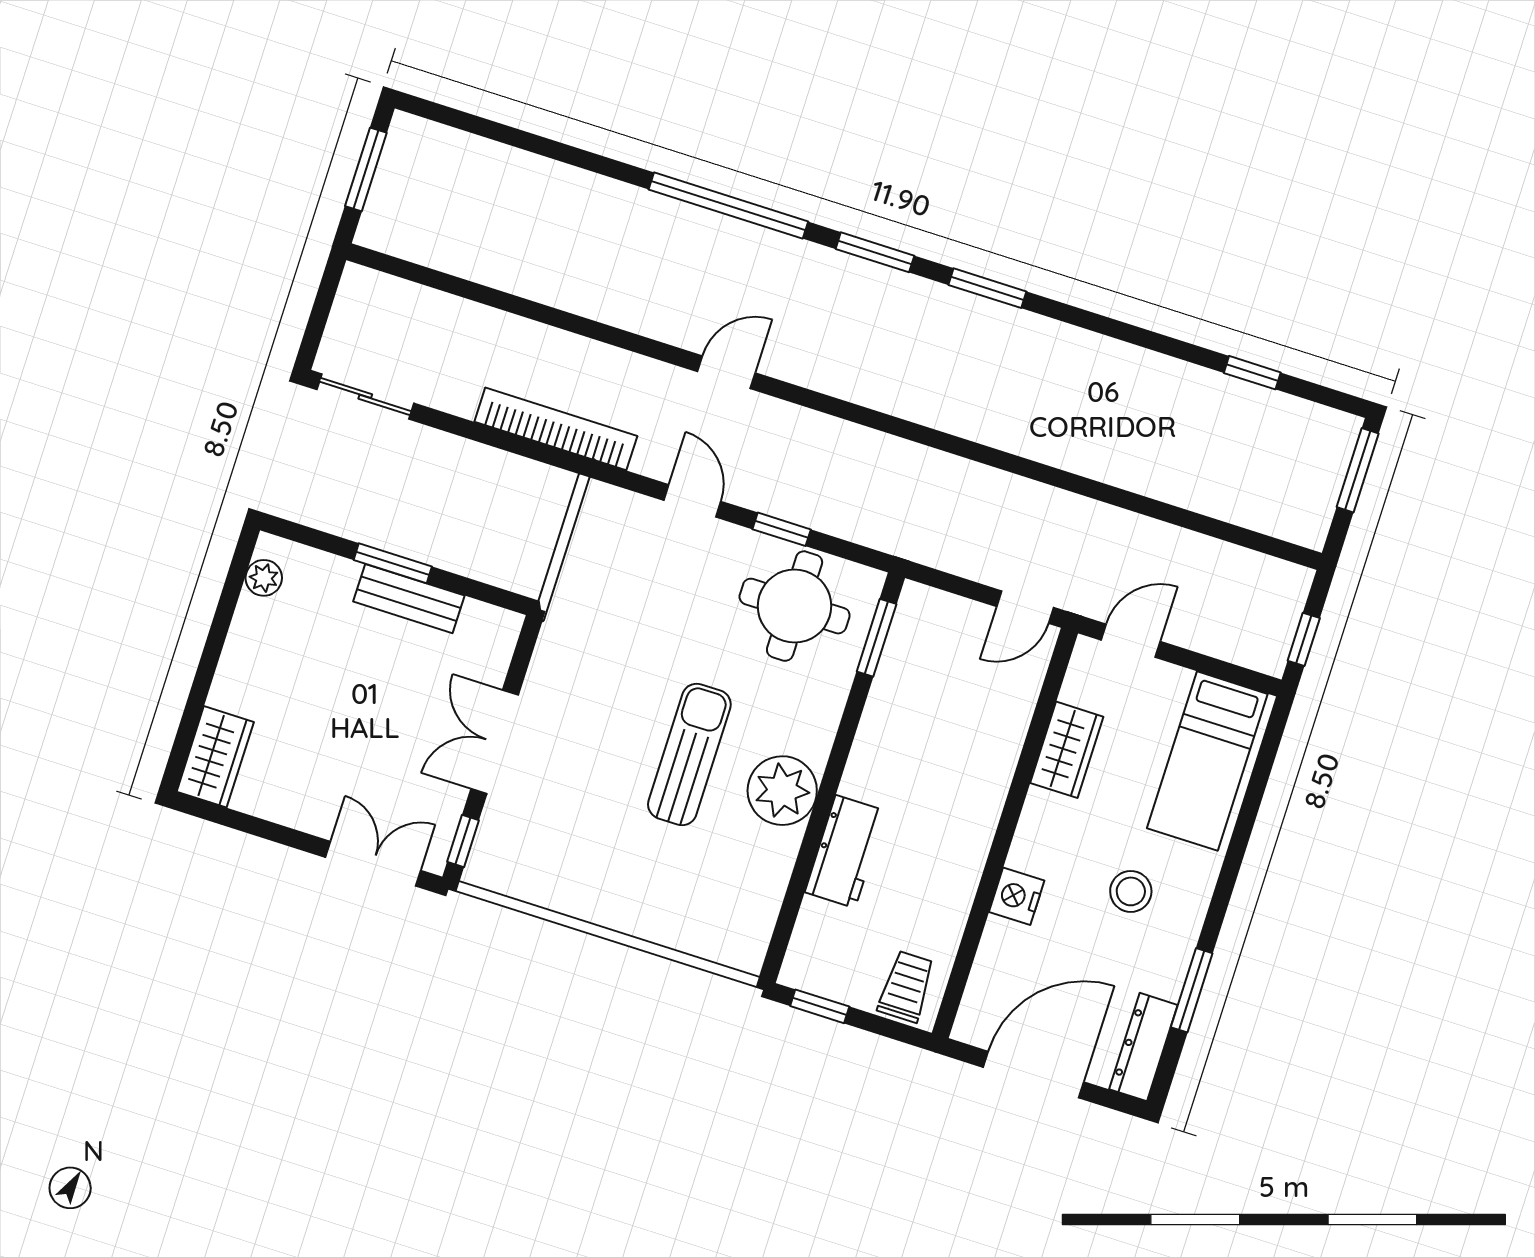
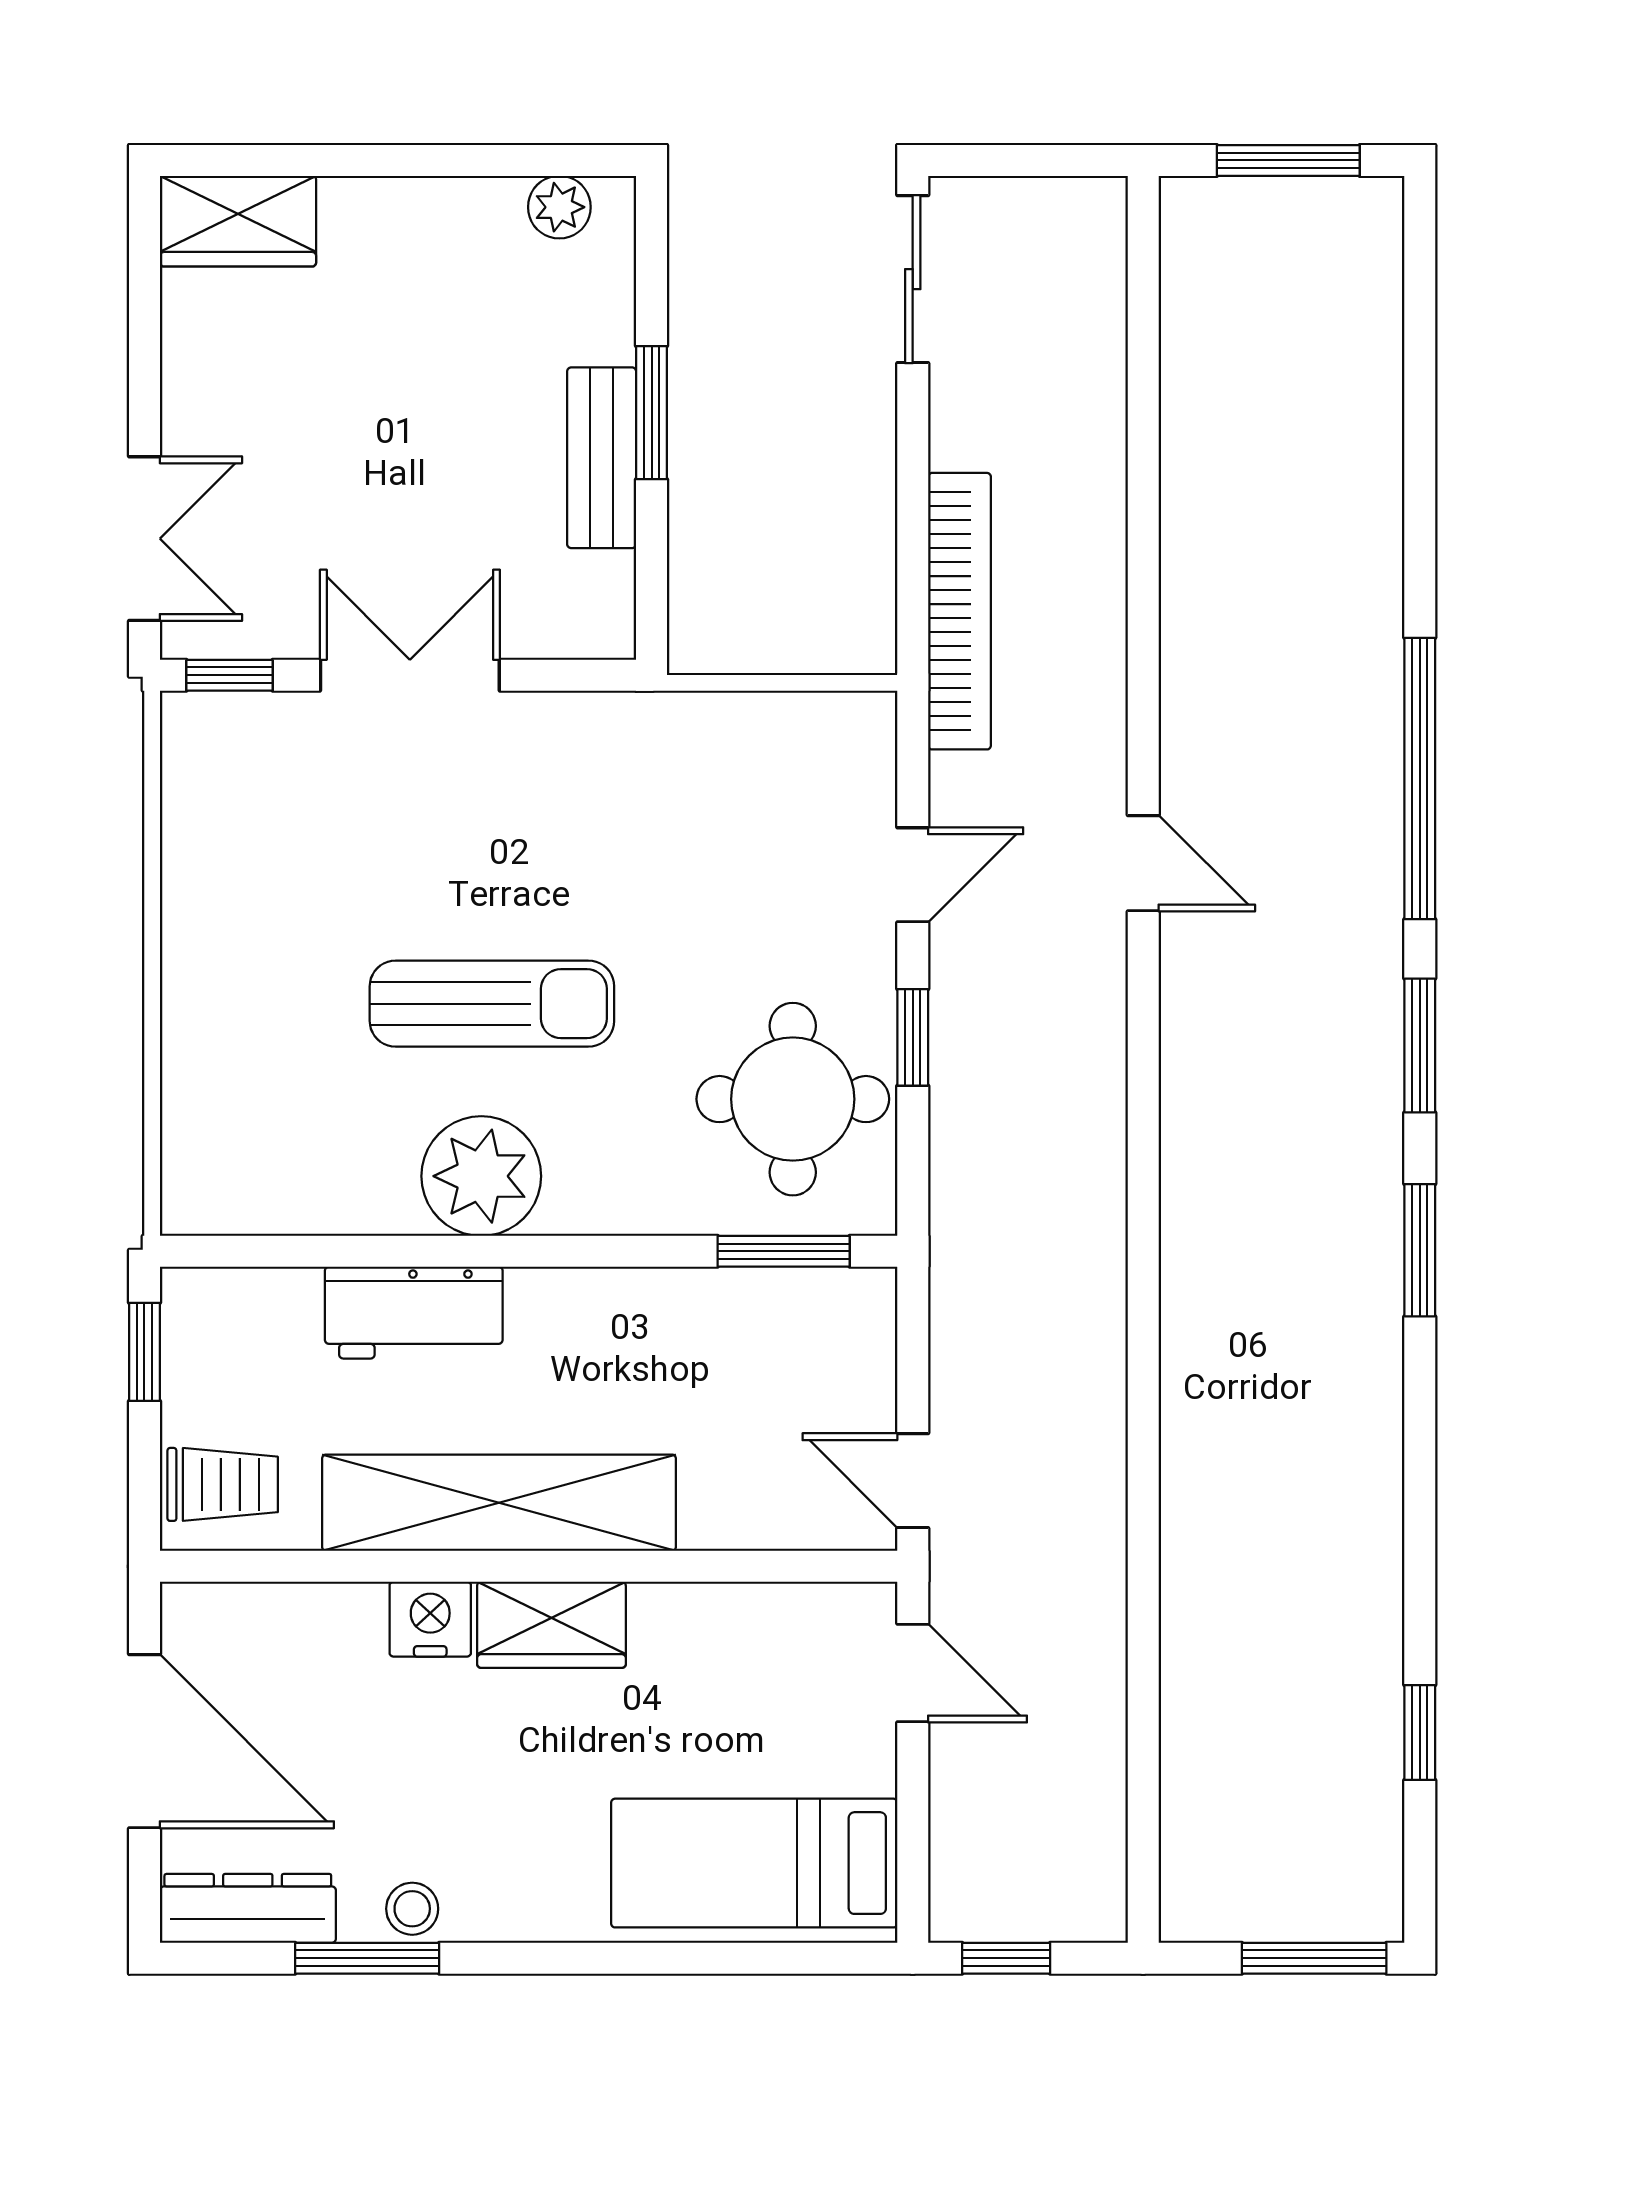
wardrobe: (1067, 750) -> (551, 1625), moved
shelving: (965, 838) -> (499, 1503), added
stool: (1131, 891) -> (412, 1909), moved, width x0.73, depth x0.73

